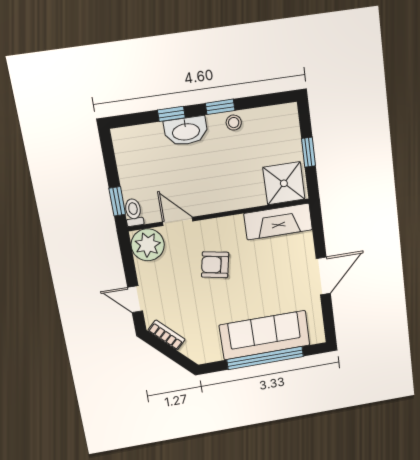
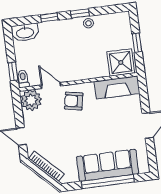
washbasin: (186, 131) -> (25, 32), moved
armchair: (215, 265) -> (74, 101), moved
bookcase: (166, 335) -> (46, 166), width x1.56

